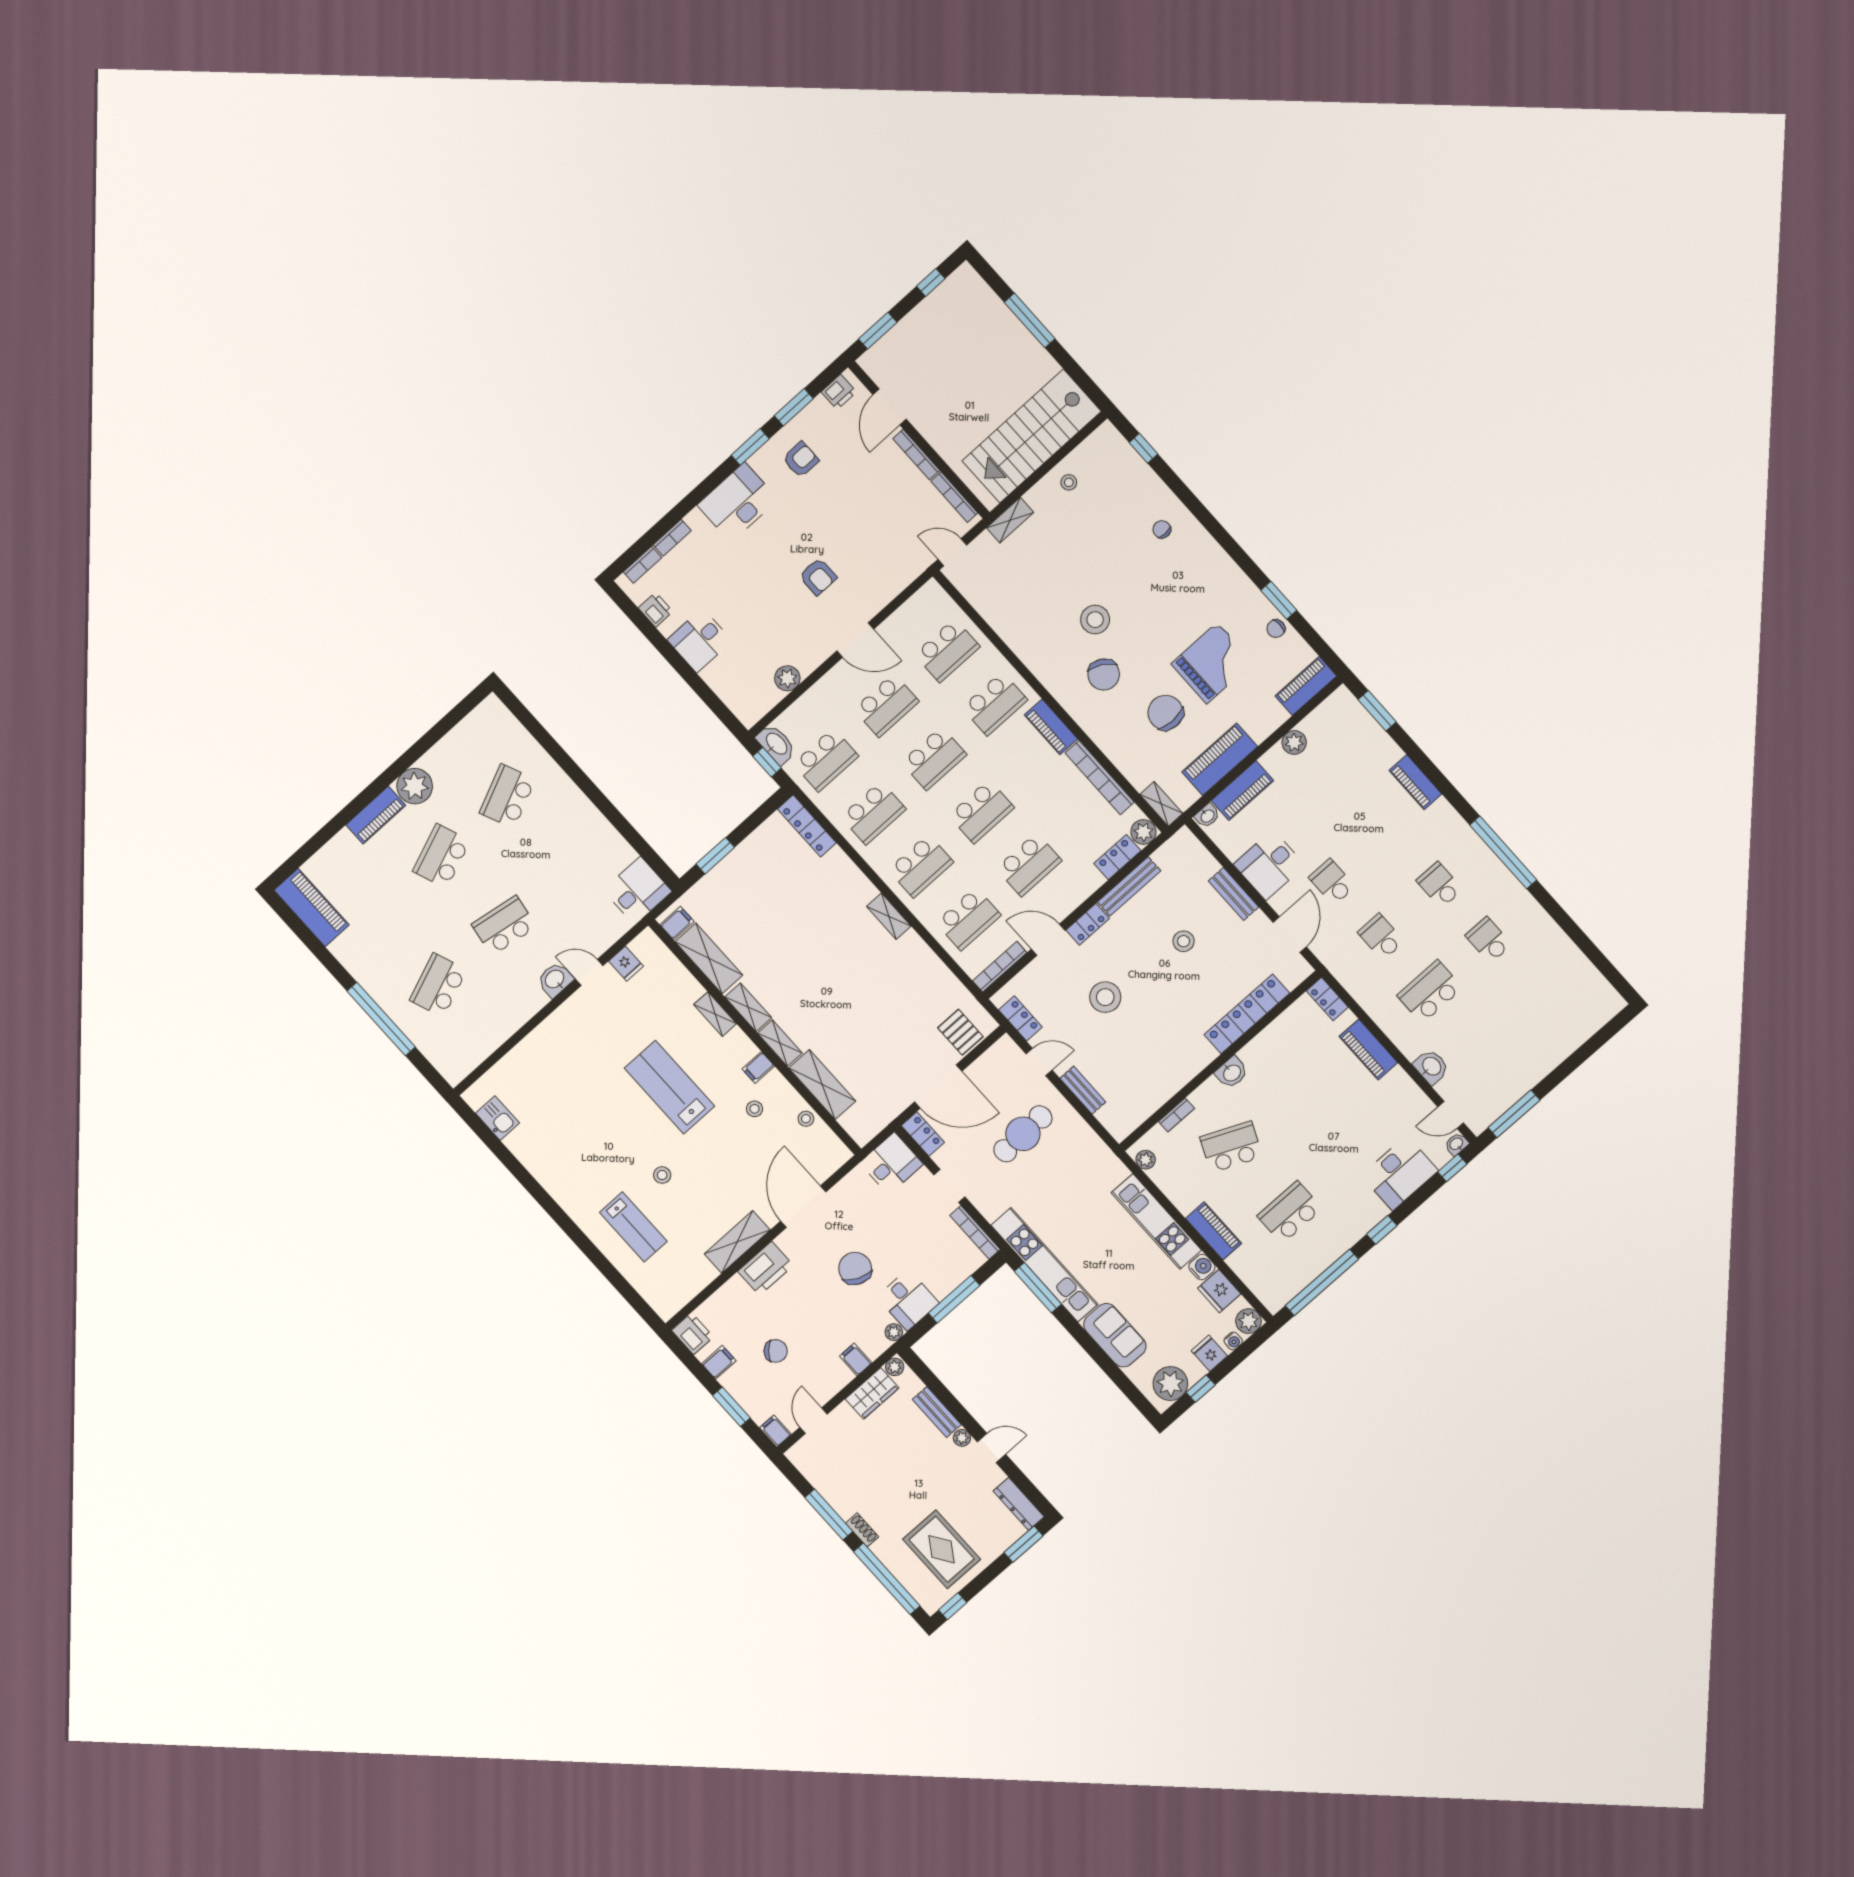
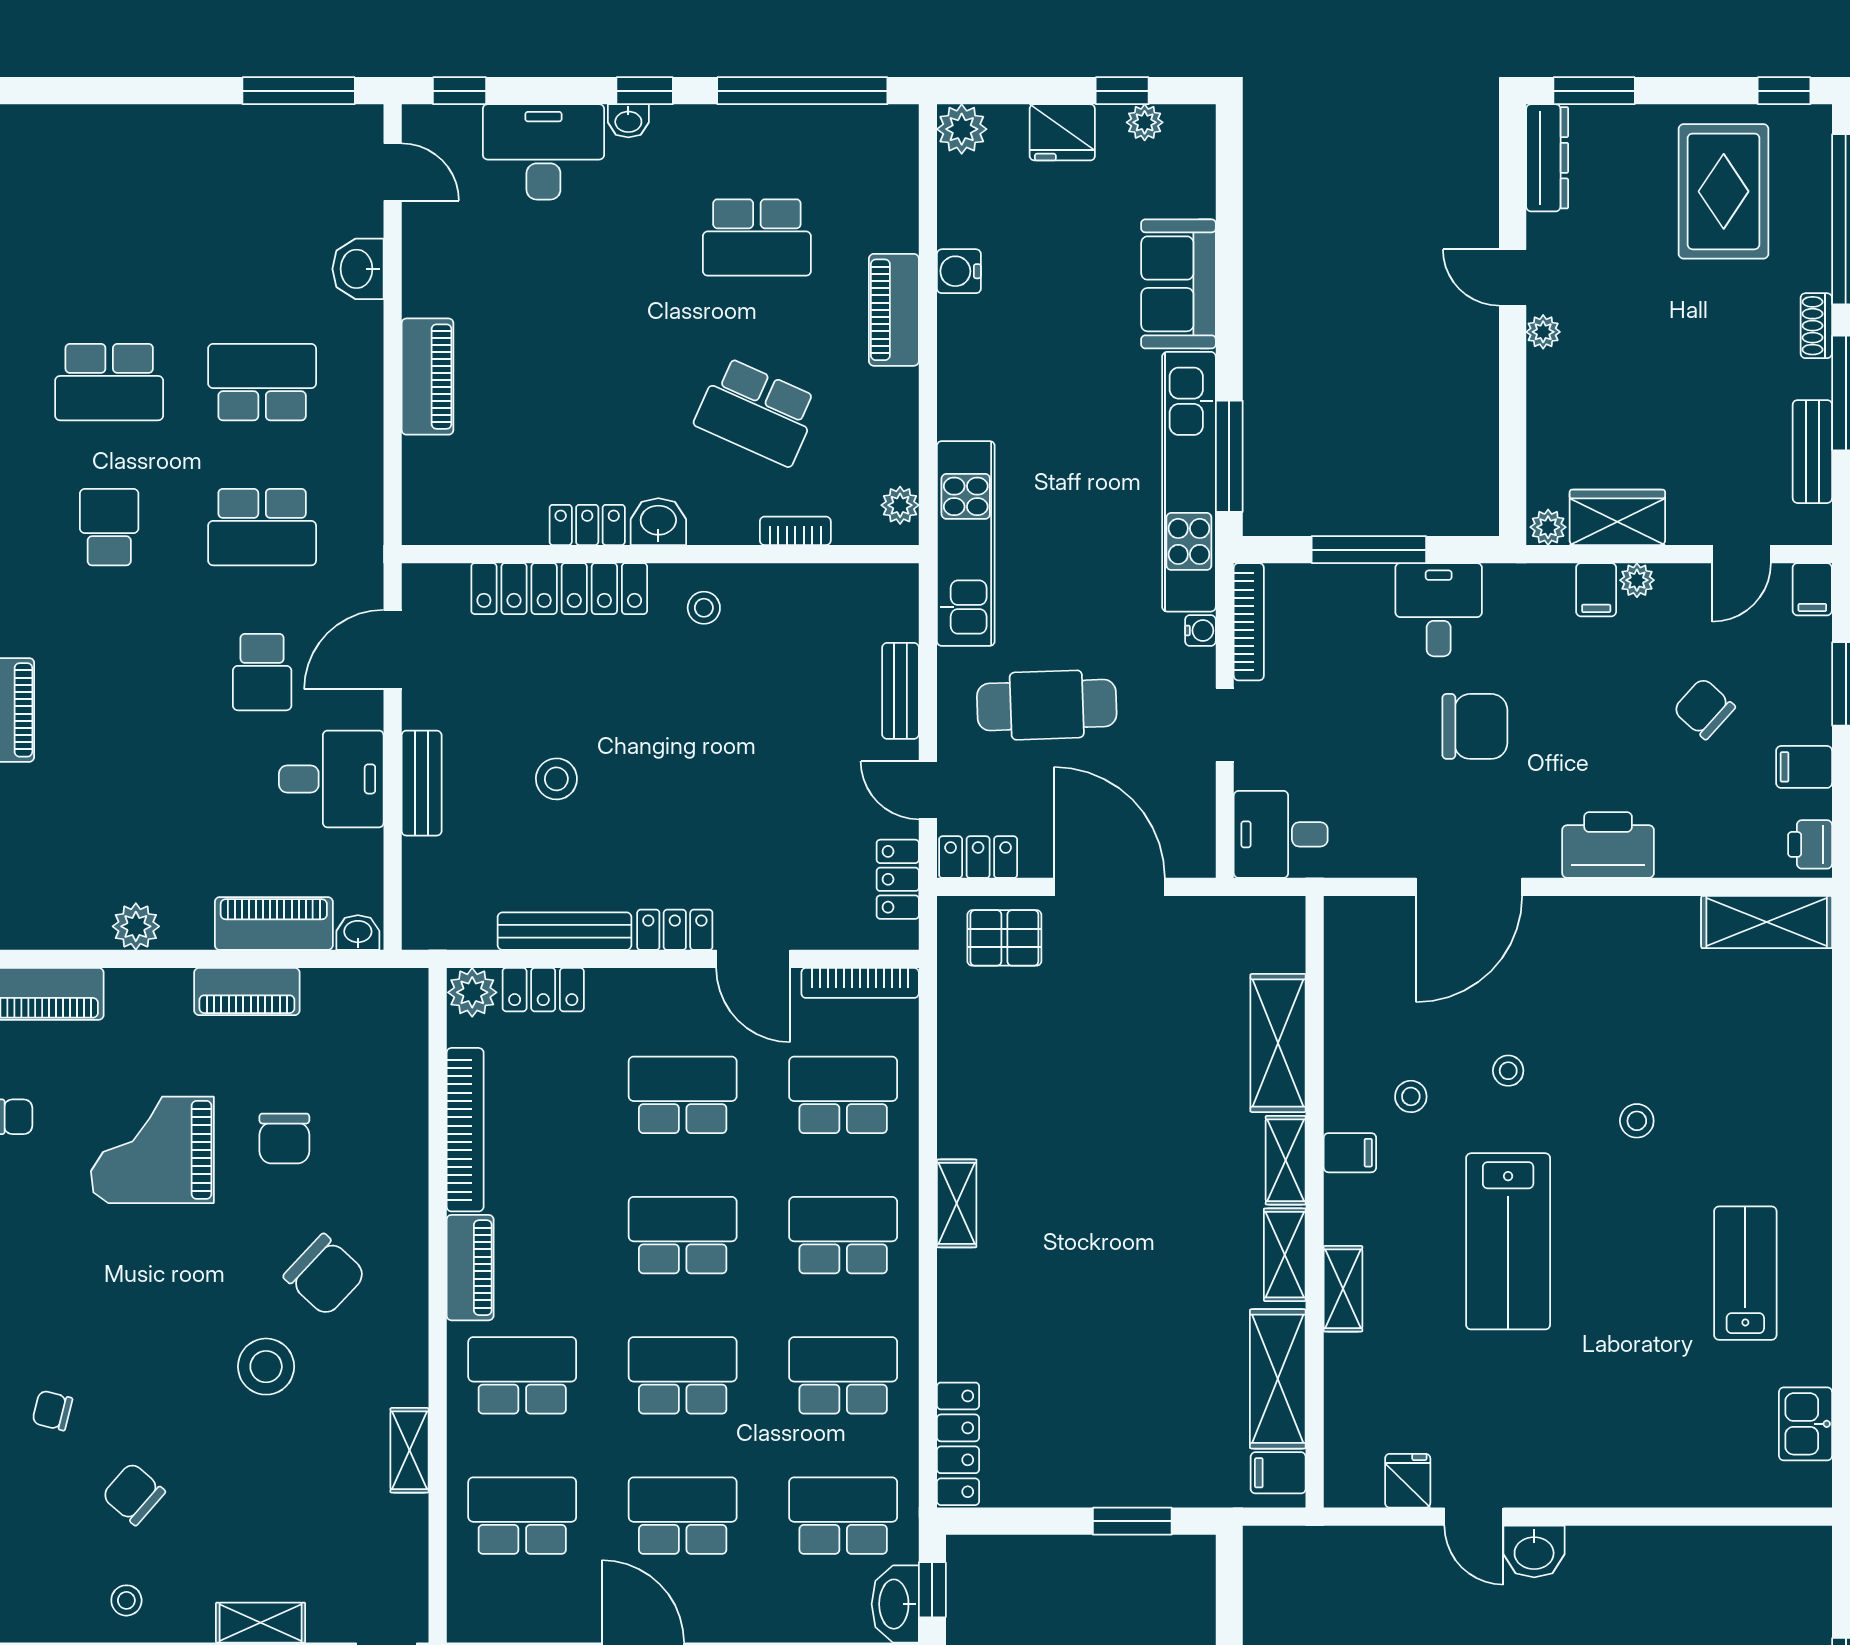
chair: (1102, 525) -> (133, 1494), added
chair: (1162, 529) -> (52, 1410), turned 104
chair: (1104, 675) -> (325, 1275), turned 103
chair: (1166, 713) -> (284, 1138), width x0.73, depth x0.73
piano: (1220, 759) -> (247, 991), width x0.73, depth x0.75
shelving: (1161, 804) -> (409, 1450), moved
school desk: (1440, 885) -> (109, 527), turned 180
desk: (637, 891) -> (1294, 1573), removed
school desk: (1381, 937) -> (262, 527), width x1.85
school desk: (1488, 940) -> (109, 382), width x1.85
school desk: (1430, 992) -> (262, 382), turned 180
stool: (1105, 997) -> (704, 608), moved, width x0.53, depth x0.53
locker: (1327, 999) -> (587, 525), moved, turned -90
pallet: (960, 1032) -> (1004, 938), turned 90
stool: (806, 1119) -> (1508, 1071), moved
locker: (923, 1134) -> (978, 857), moved, turned 90
washbasin: (1457, 1144) -> (628, 121), moved
kitchen unit: (1156, 1221) -> (966, 544), moved
lab bench: (633, 1227) -> (1745, 1273), moved
shelving: (737, 1242) -> (1767, 922), moved
chair: (855, 1268) -> (1475, 726), turned -114
fridge: (1219, 1291) -> (965, 213), removed
plant: (894, 1332) -> (1637, 580), moved
printer: (693, 1334) -> (1810, 844), width x0.73, depth x0.81
water cooler: (1233, 1341) -> (1200, 630), moved, turned 90
fridge: (1209, 1353) -> (1062, 132), width x1.38
plant: (1170, 1384) -> (1145, 122), width x0.53, depth x0.53
bench: (937, 1412) -> (1812, 452), moved

